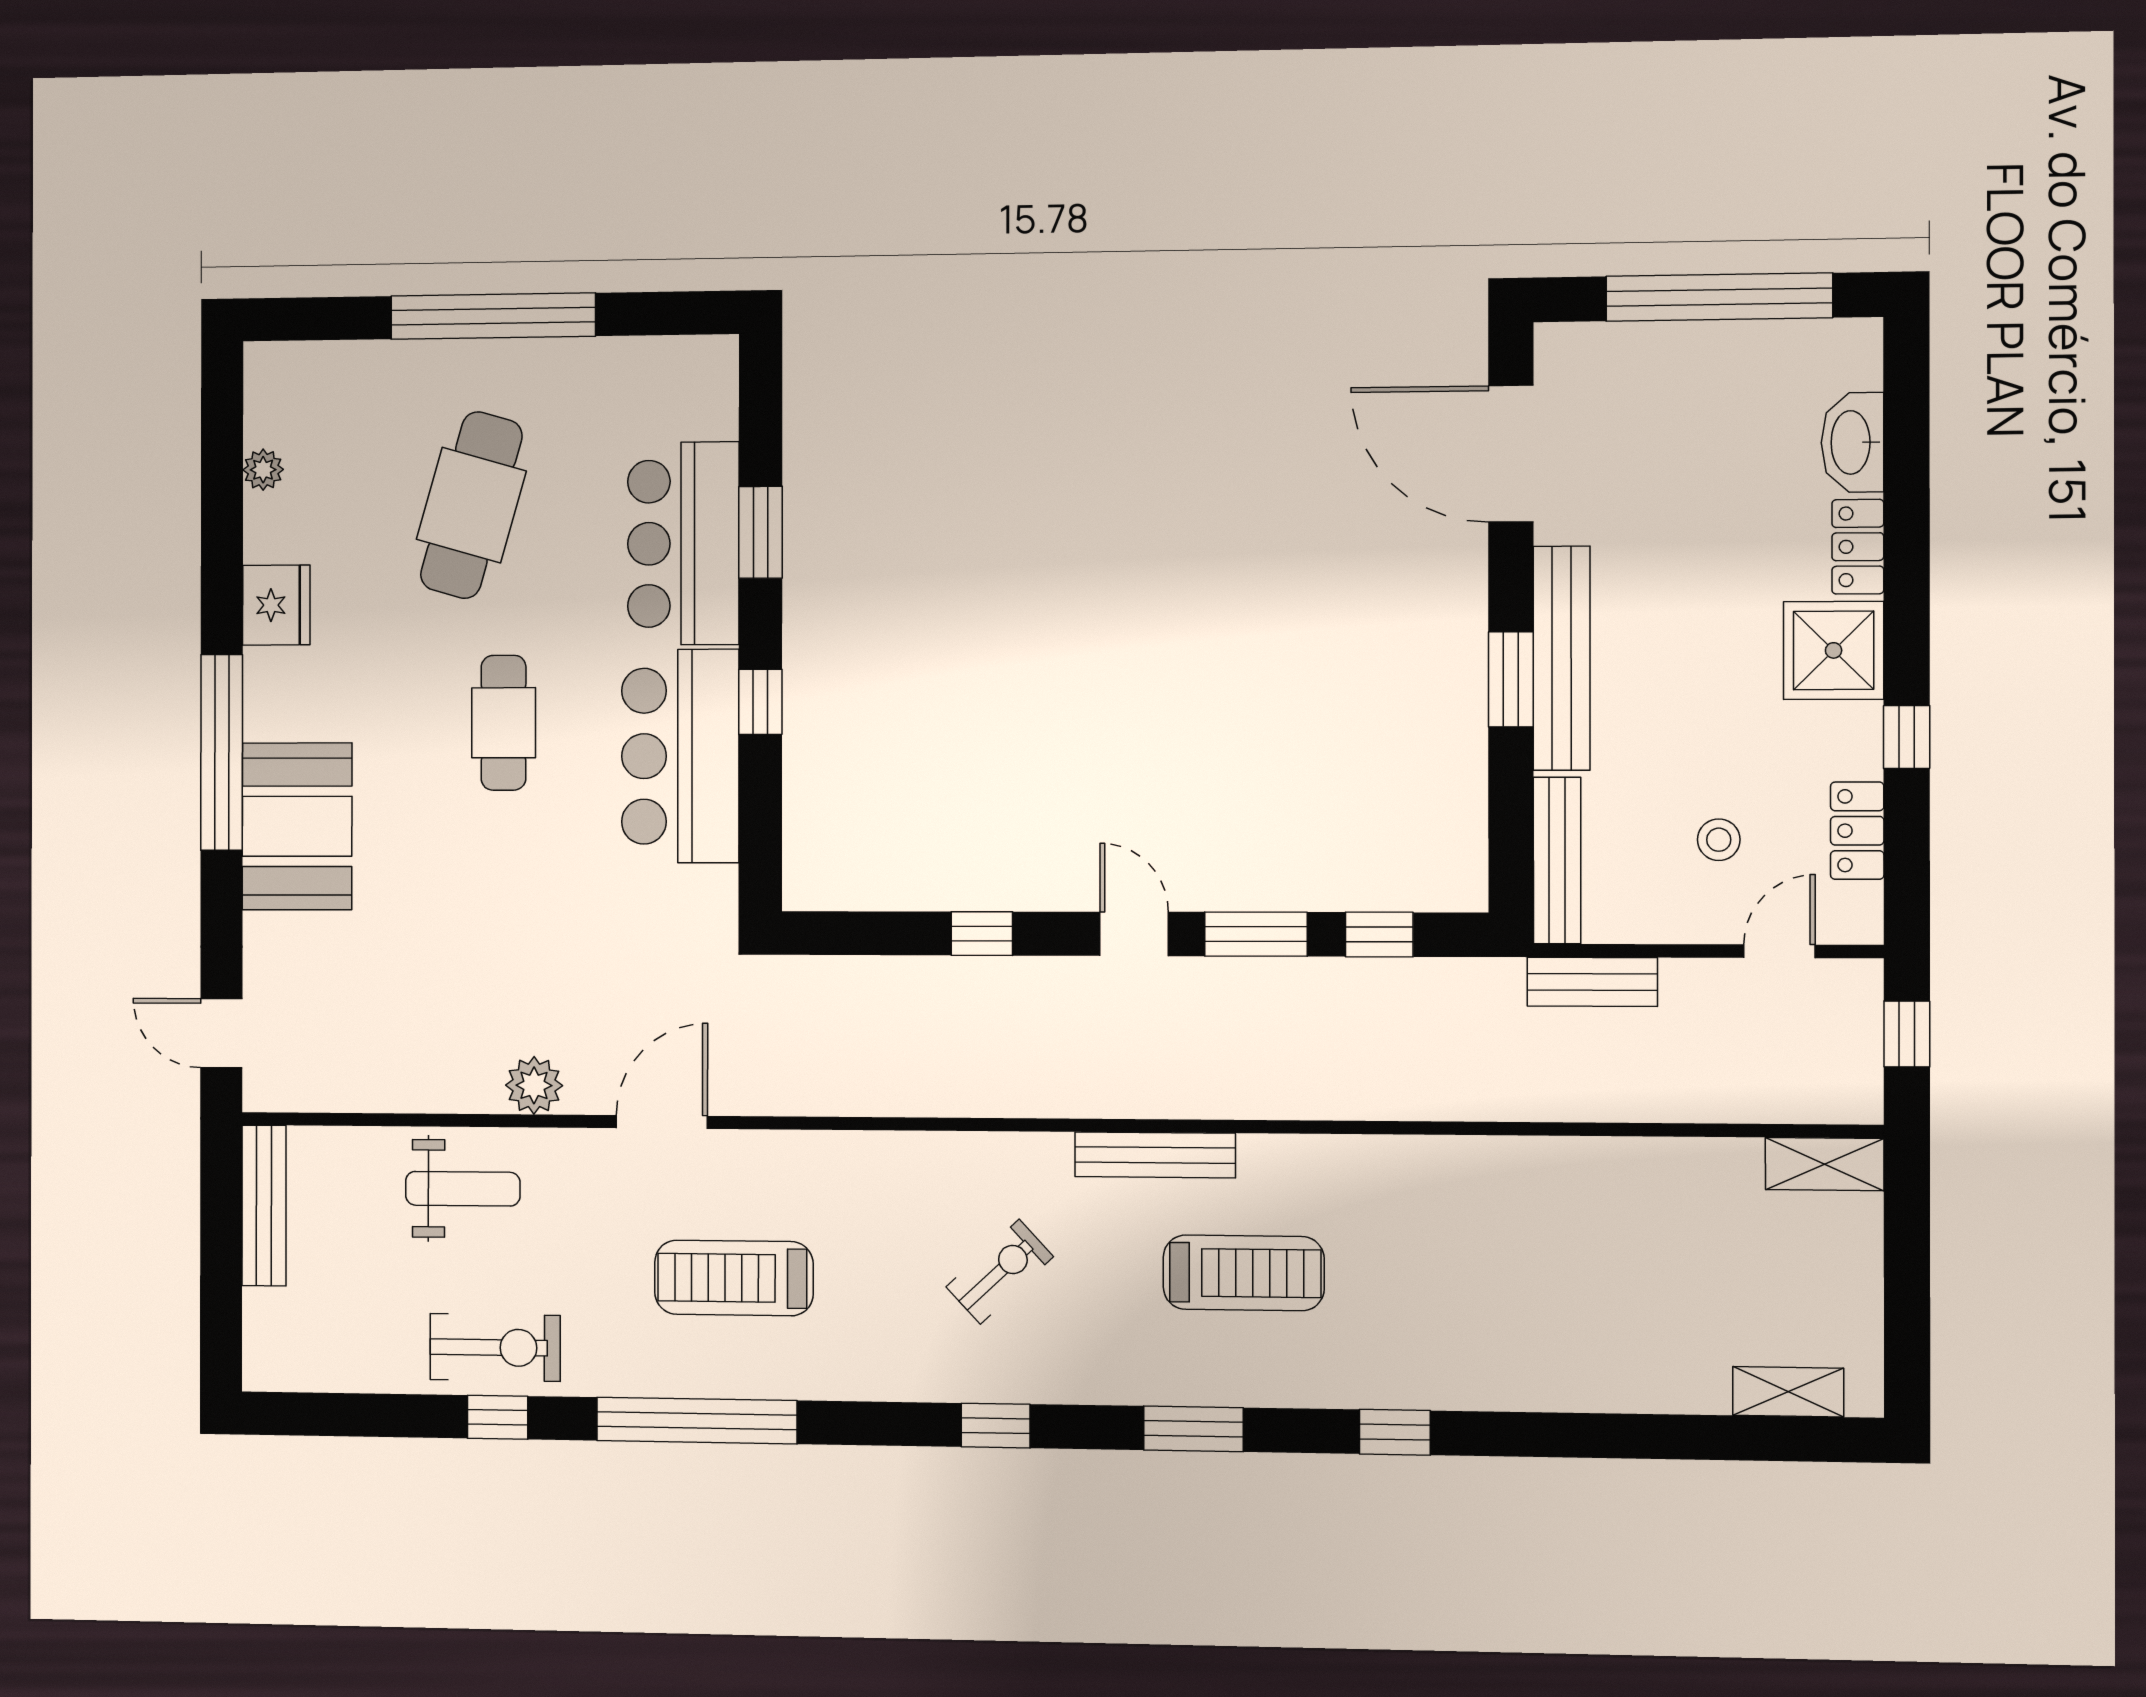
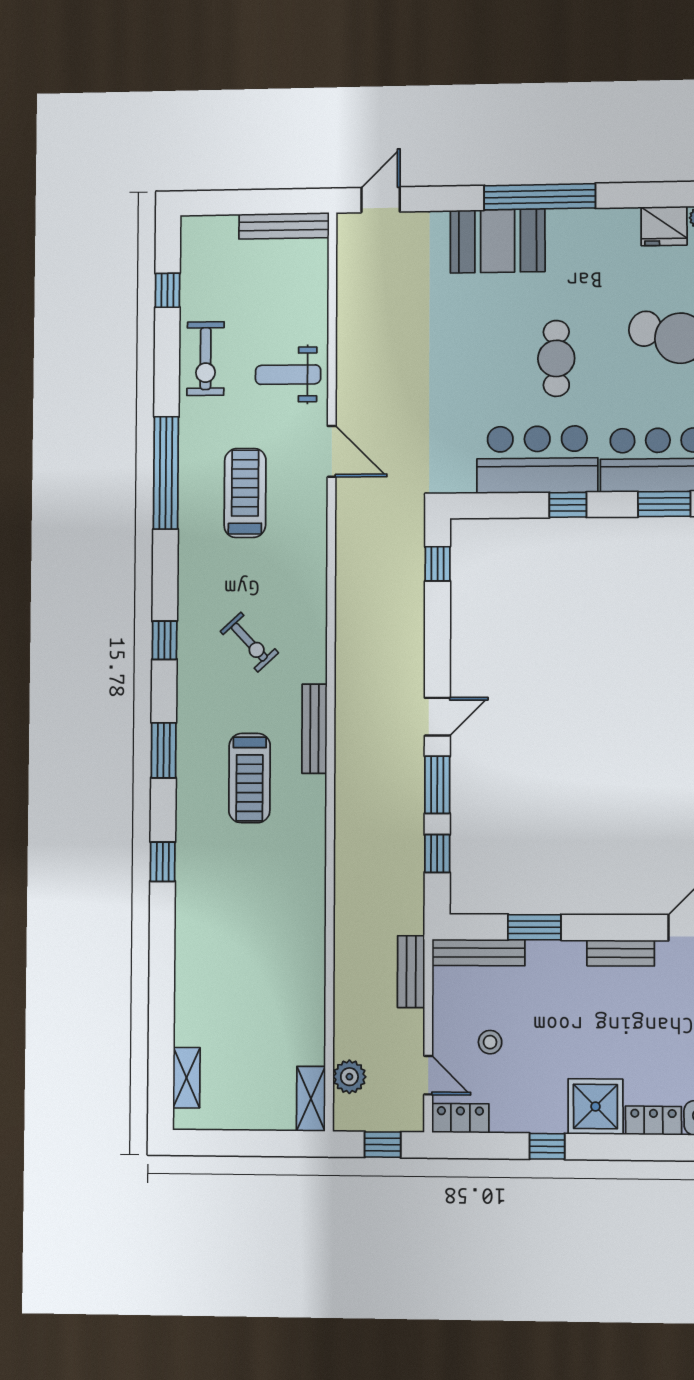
fridge: (276, 605) -> (664, 226), moved
bench: (1562, 658) -> (621, 953), width x0.54, depth x0.82
window: (1511, 679) -> (534, 927), moved
cafe table: (504, 723) -> (556, 358), turned 90
locker: (1857, 831) -> (460, 1118), moved
window: (982, 934) -> (438, 564), moved
plant: (534, 1085) -> (349, 1077), moved
weight bench: (463, 1189) -> (288, 375), moved, turned 90
window: (498, 1417) -> (167, 290), moved

